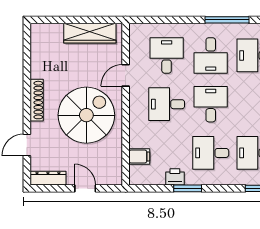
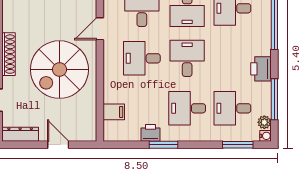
spiral stairs: (86, 115) -> (59, 70), turned 180

